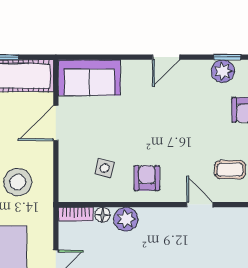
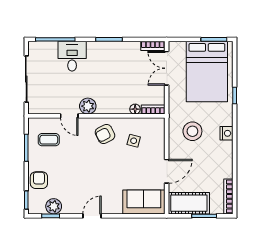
armchair: (147, 178) -> (105, 134), turned 63
plant: (126, 219) -> (88, 106), moved

